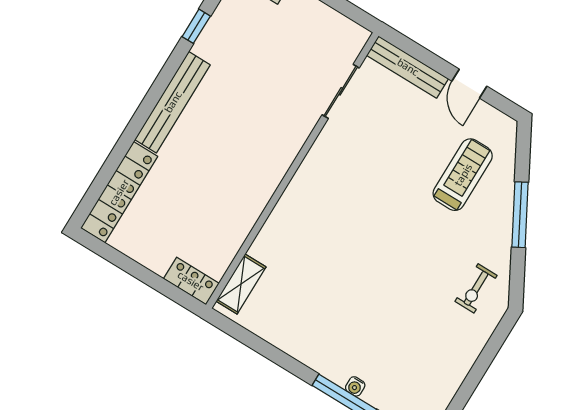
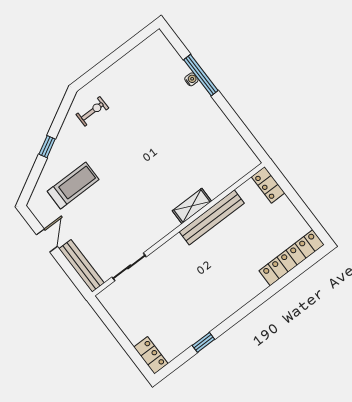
bench: (173, 102) -> (212, 217), moved
treadmill: (463, 175) -> (73, 185), turned 180
window: (520, 215) -> (47, 147), width x0.46
shelving: (241, 284) -> (192, 206), moved

